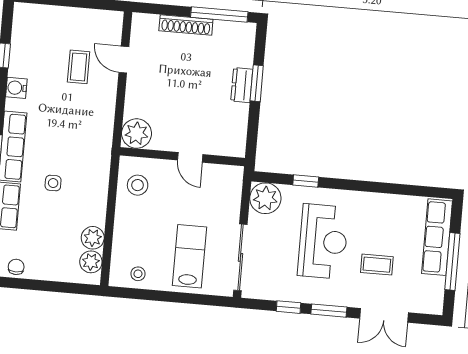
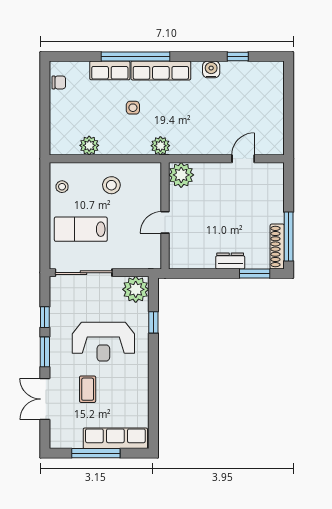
shoe rack: (186, 25) -> (277, 247), moved
coffee table: (79, 67) -> (234, 121), removed
window: (257, 83) -> (255, 273), moved
stool: (138, 185) -> (111, 185), moved
lab bench: (190, 256) -> (81, 229), turned 180
plant: (91, 262) -> (160, 146), moved

